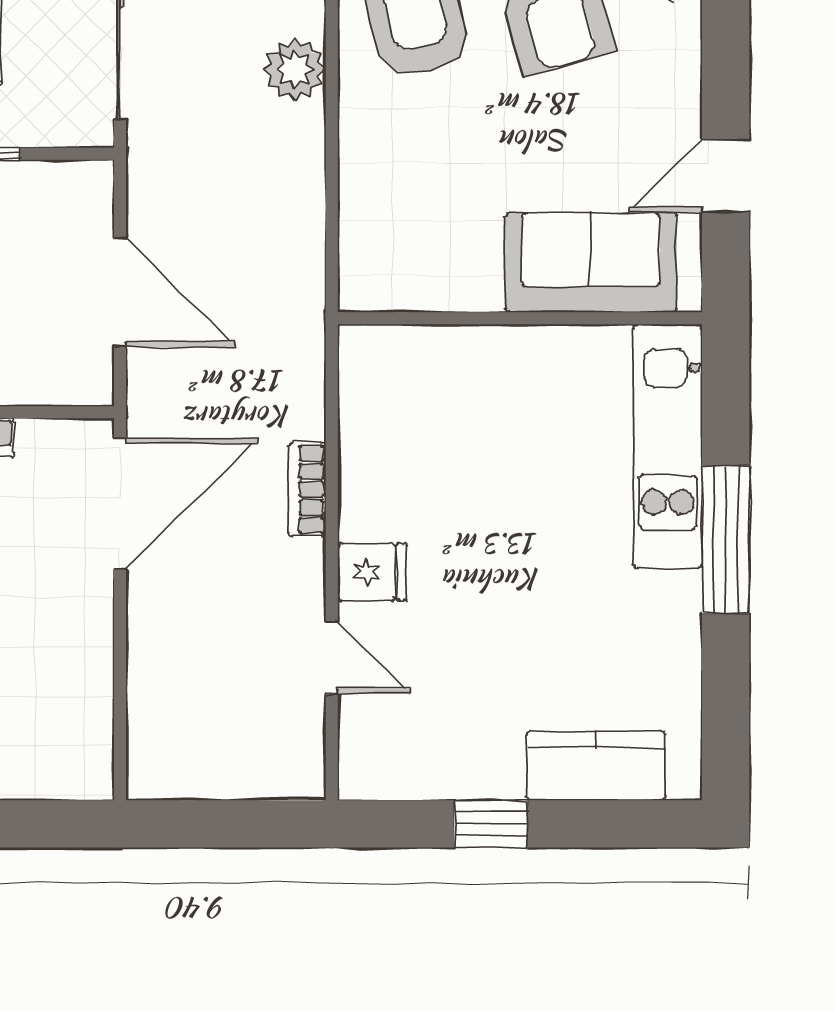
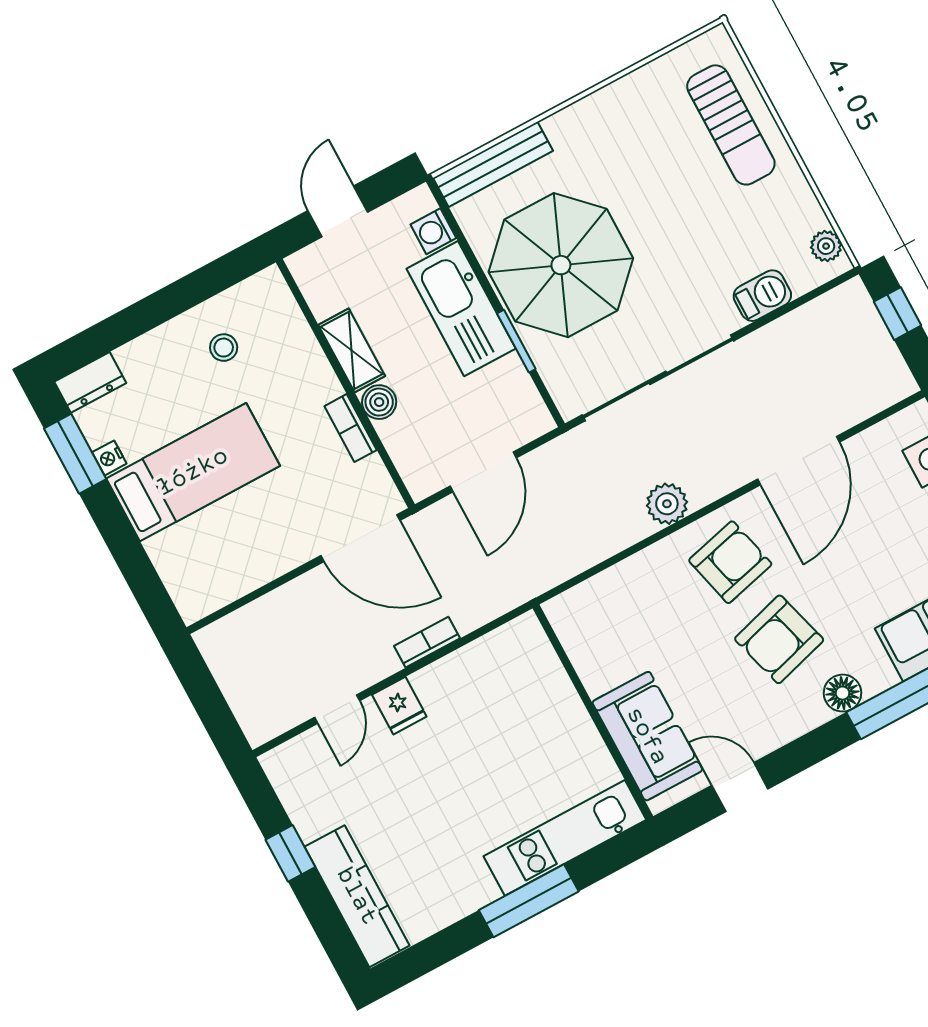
kitchen counter: (596, 766) -> (357, 896), width x1.50

